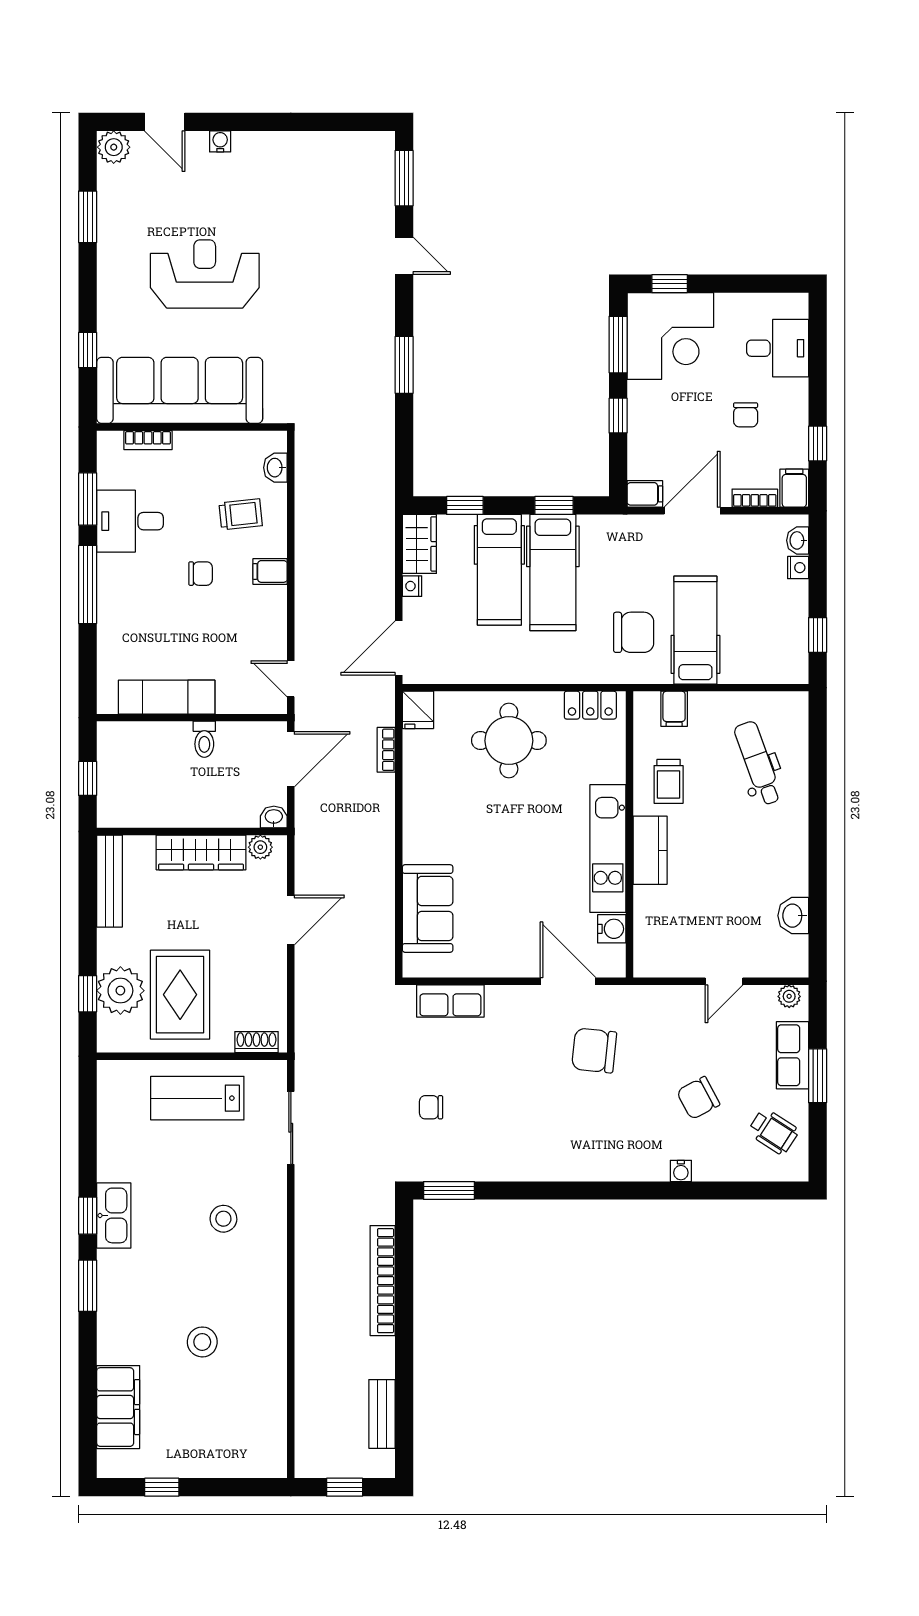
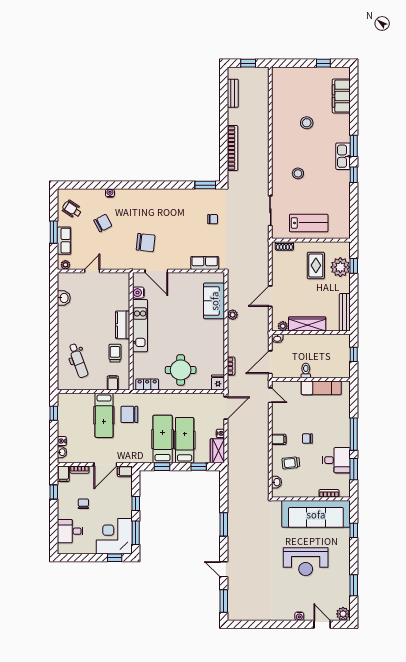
plant: (382, 875) -> (233, 315), added
rug: (180, 995) -> (316, 265), width x0.73, depth x0.70
kitchen sink: (114, 1215) -> (343, 156), moved

